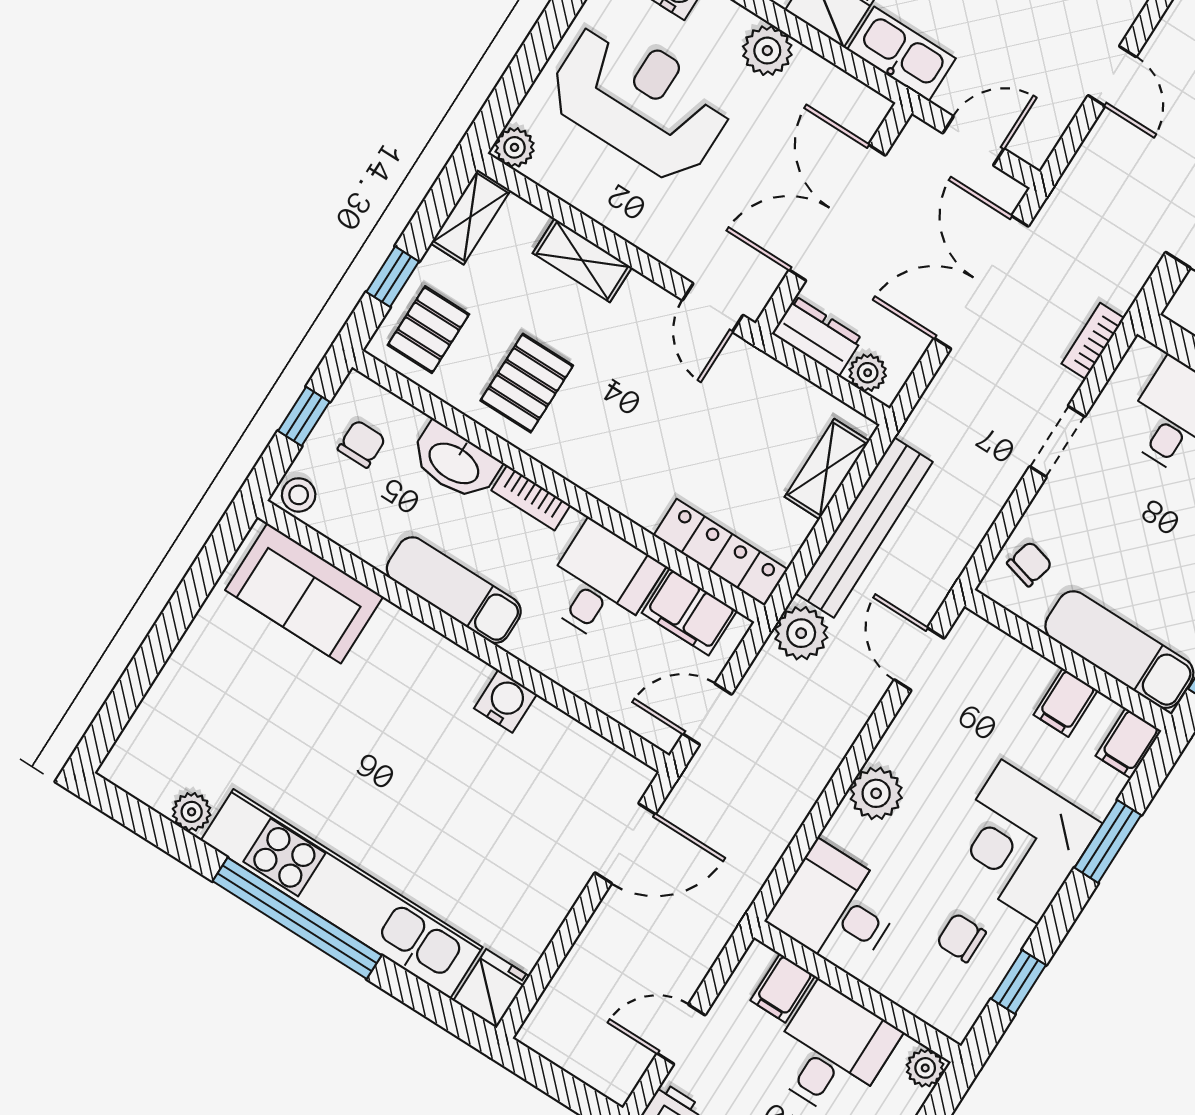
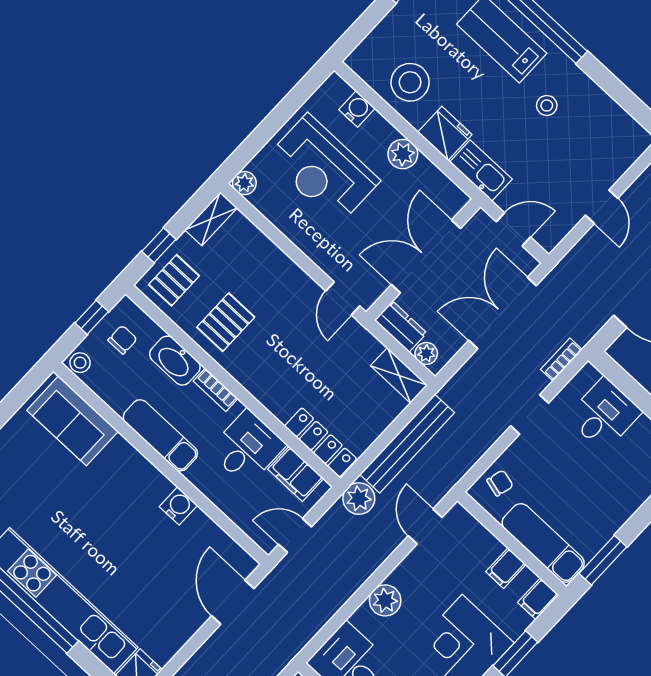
reception desk: (640, 101) -> (323, 169), turned 180
shelving: (582, 260) -> (272, 256), removed
shelving: (827, 469) -> (399, 375), moved, turned 90
door: (625, 843) -> (233, 602), swing flipped

